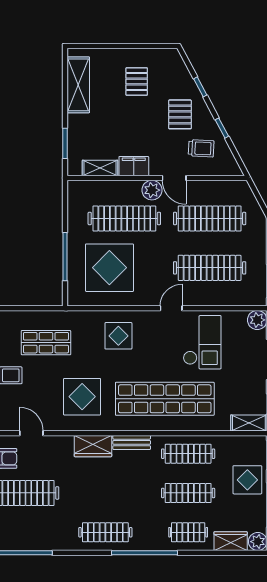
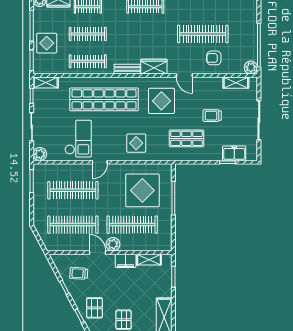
pallet: (180, 114) -> (94, 308), moved
checkout: (202, 342) -> (78, 139), turned 180
door: (31, 433) -> (184, 75), moved

